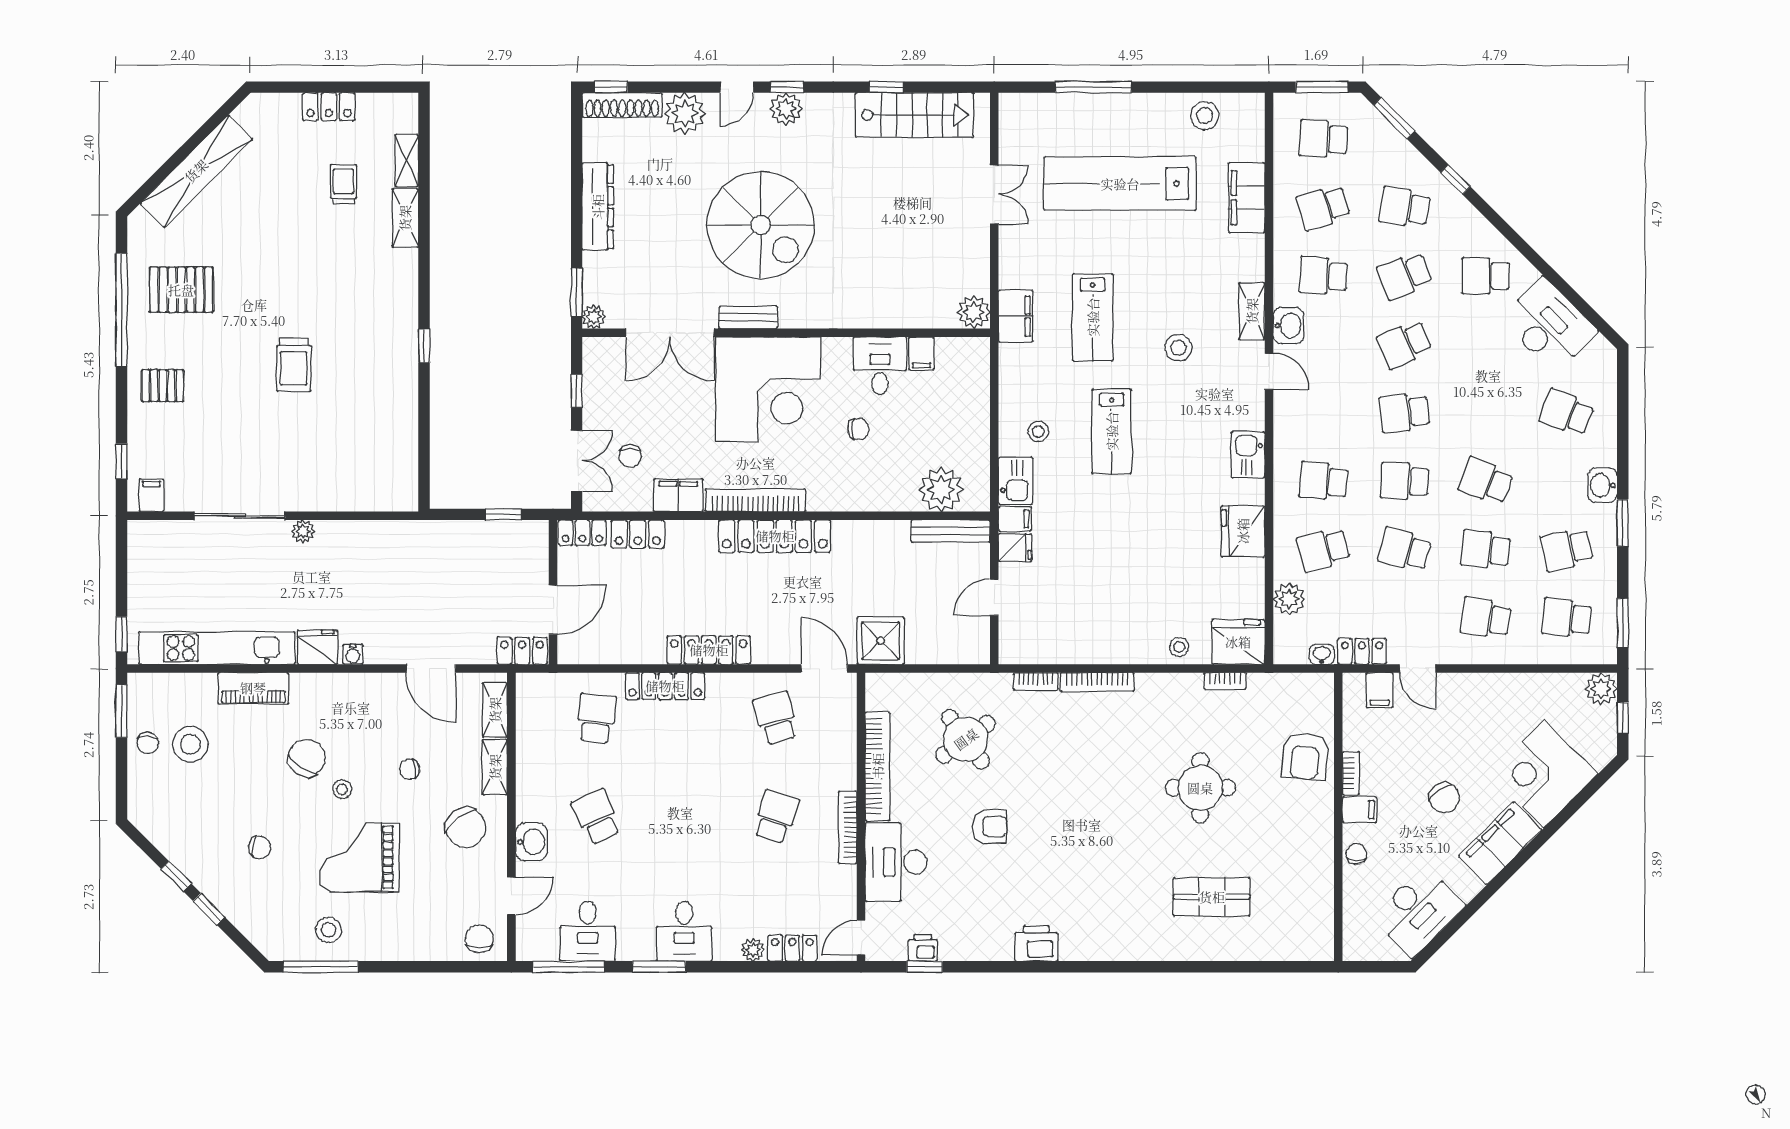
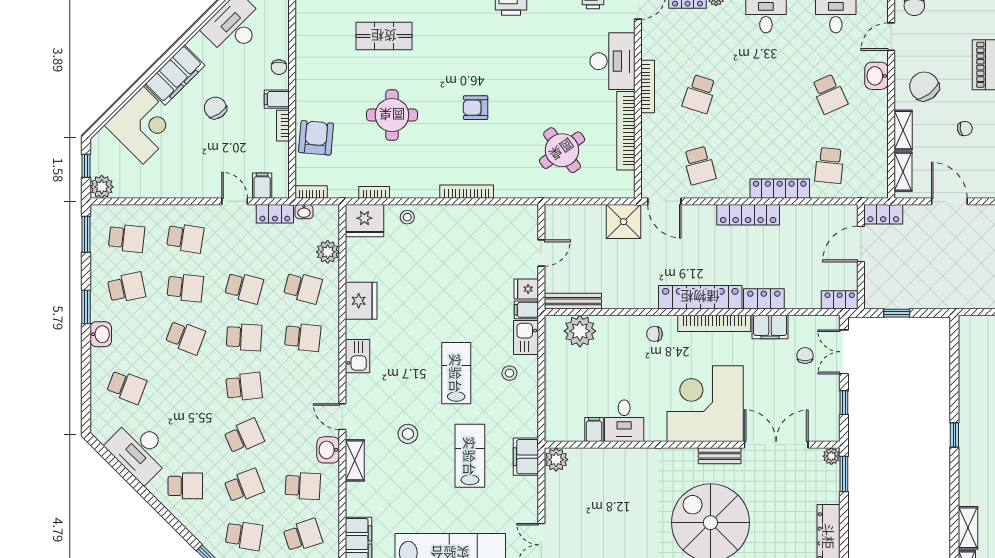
chair: (858, 429) -> (654, 334), moved
locker: (638, 534) -> (764, 299), moved
school desk: (1323, 550) -> (303, 288), turned 30
bookcase: (1036, 682) -> (311, 192), moved
armchair: (990, 827) -> (476, 108), moved

